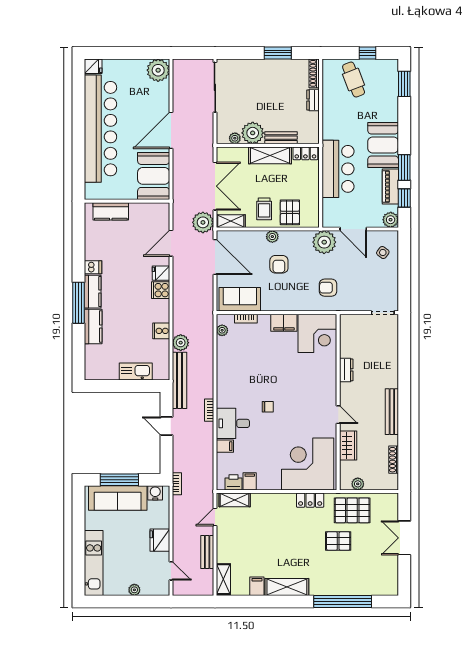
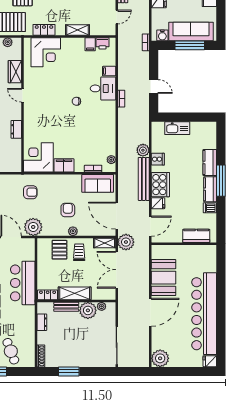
dresser: (313, 100) -> (42, 322), moved
wall: (127, 201) -> (184, 244), moved
kitchen counter: (111, 211) -> (196, 236), moved
cooker: (161, 290) -> (160, 185), width x1.87, depth x1.31
bench: (179, 380) -> (144, 179), moved
corner desk: (308, 464) -> (46, 52), width x0.74, depth x0.74
shelving: (235, 500) -> (78, 30), moved

